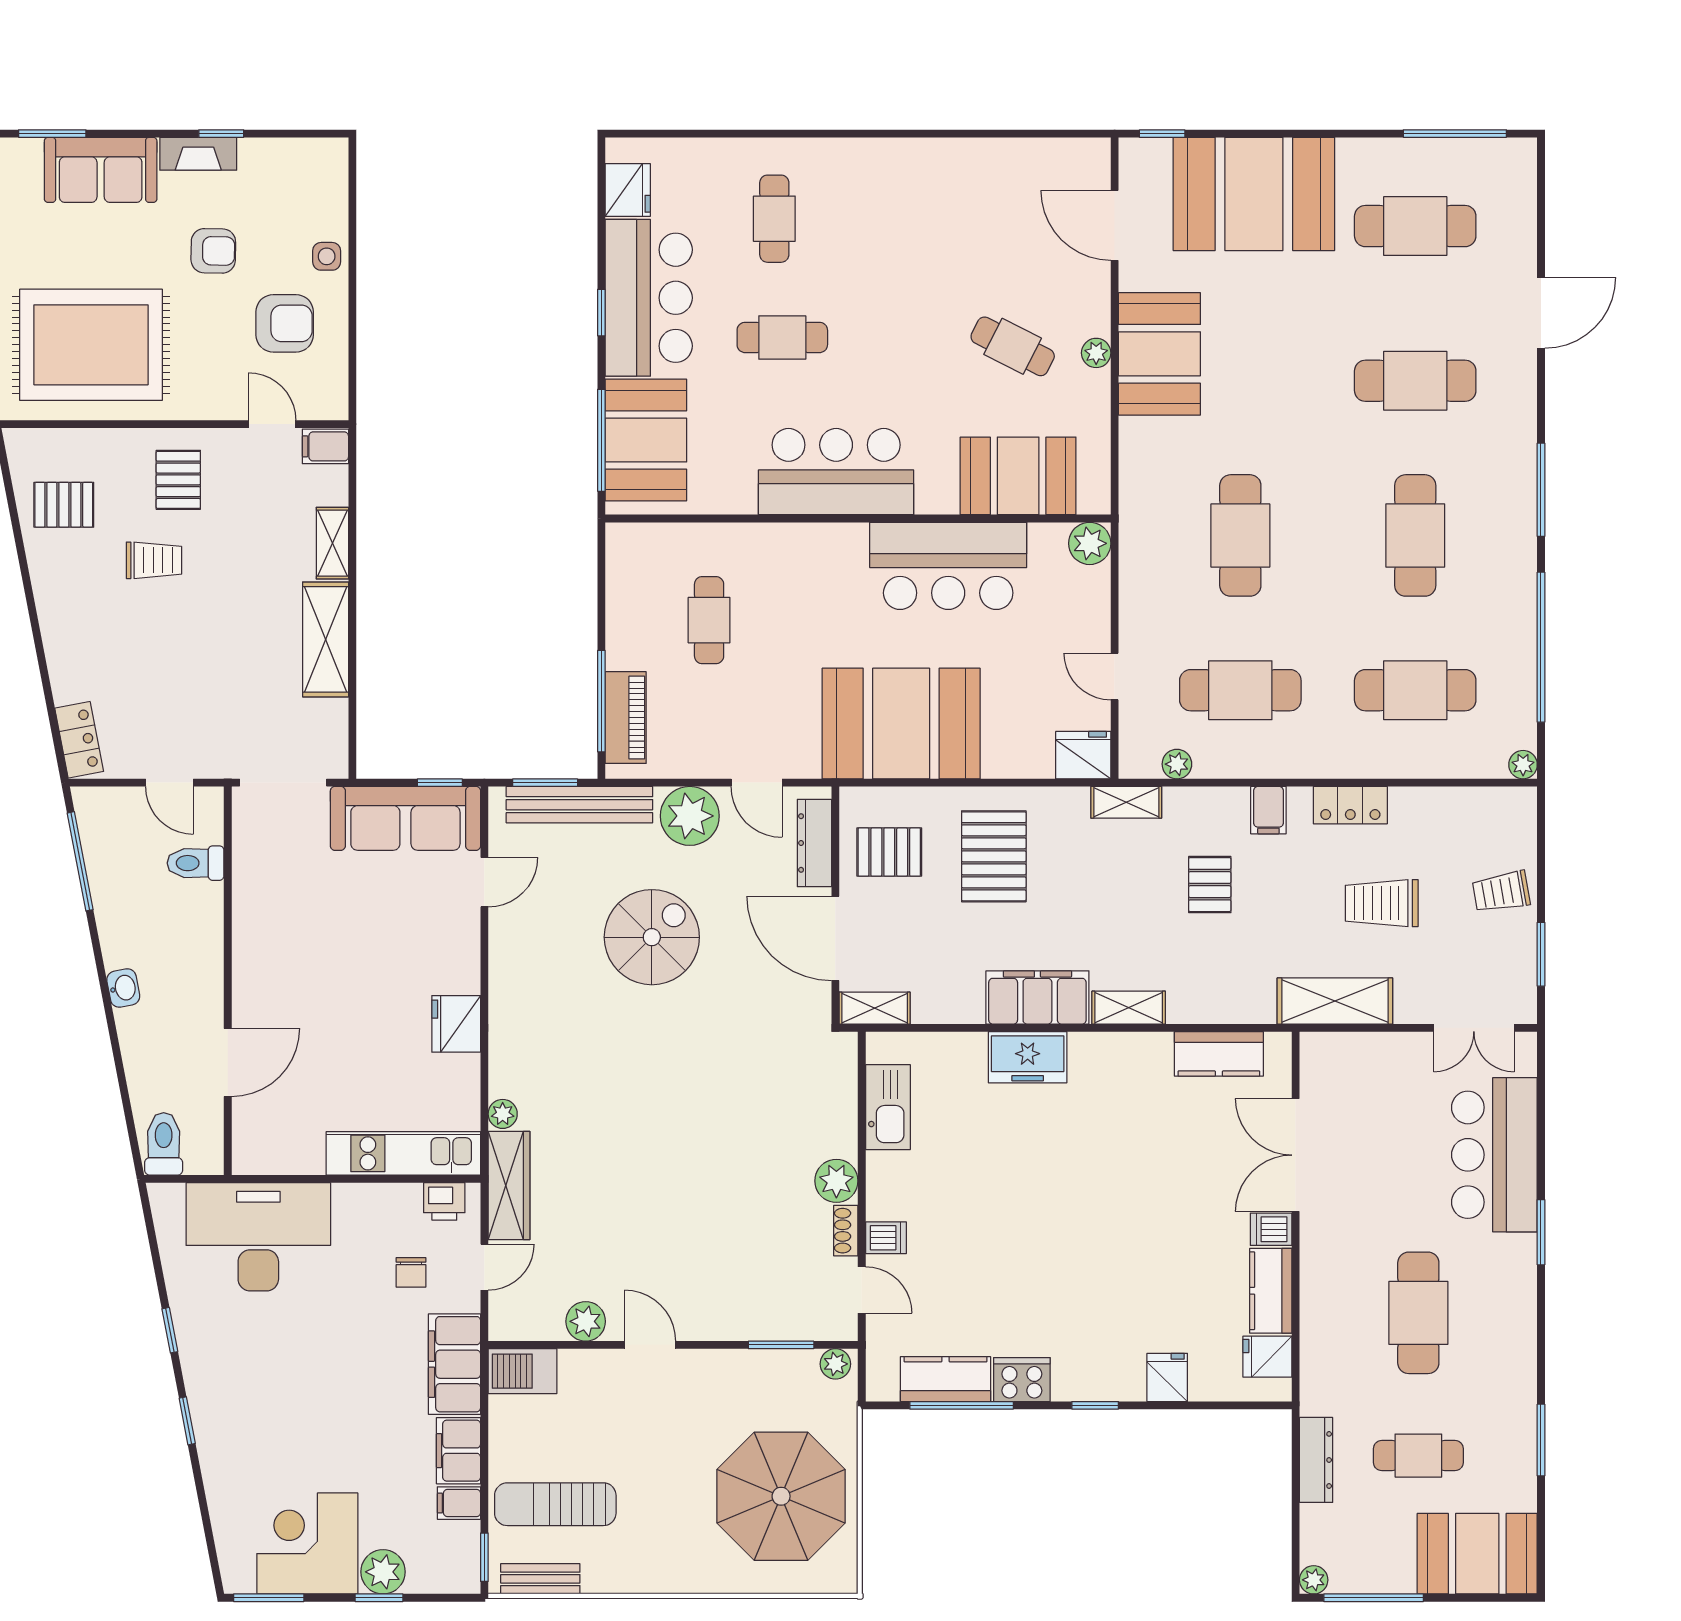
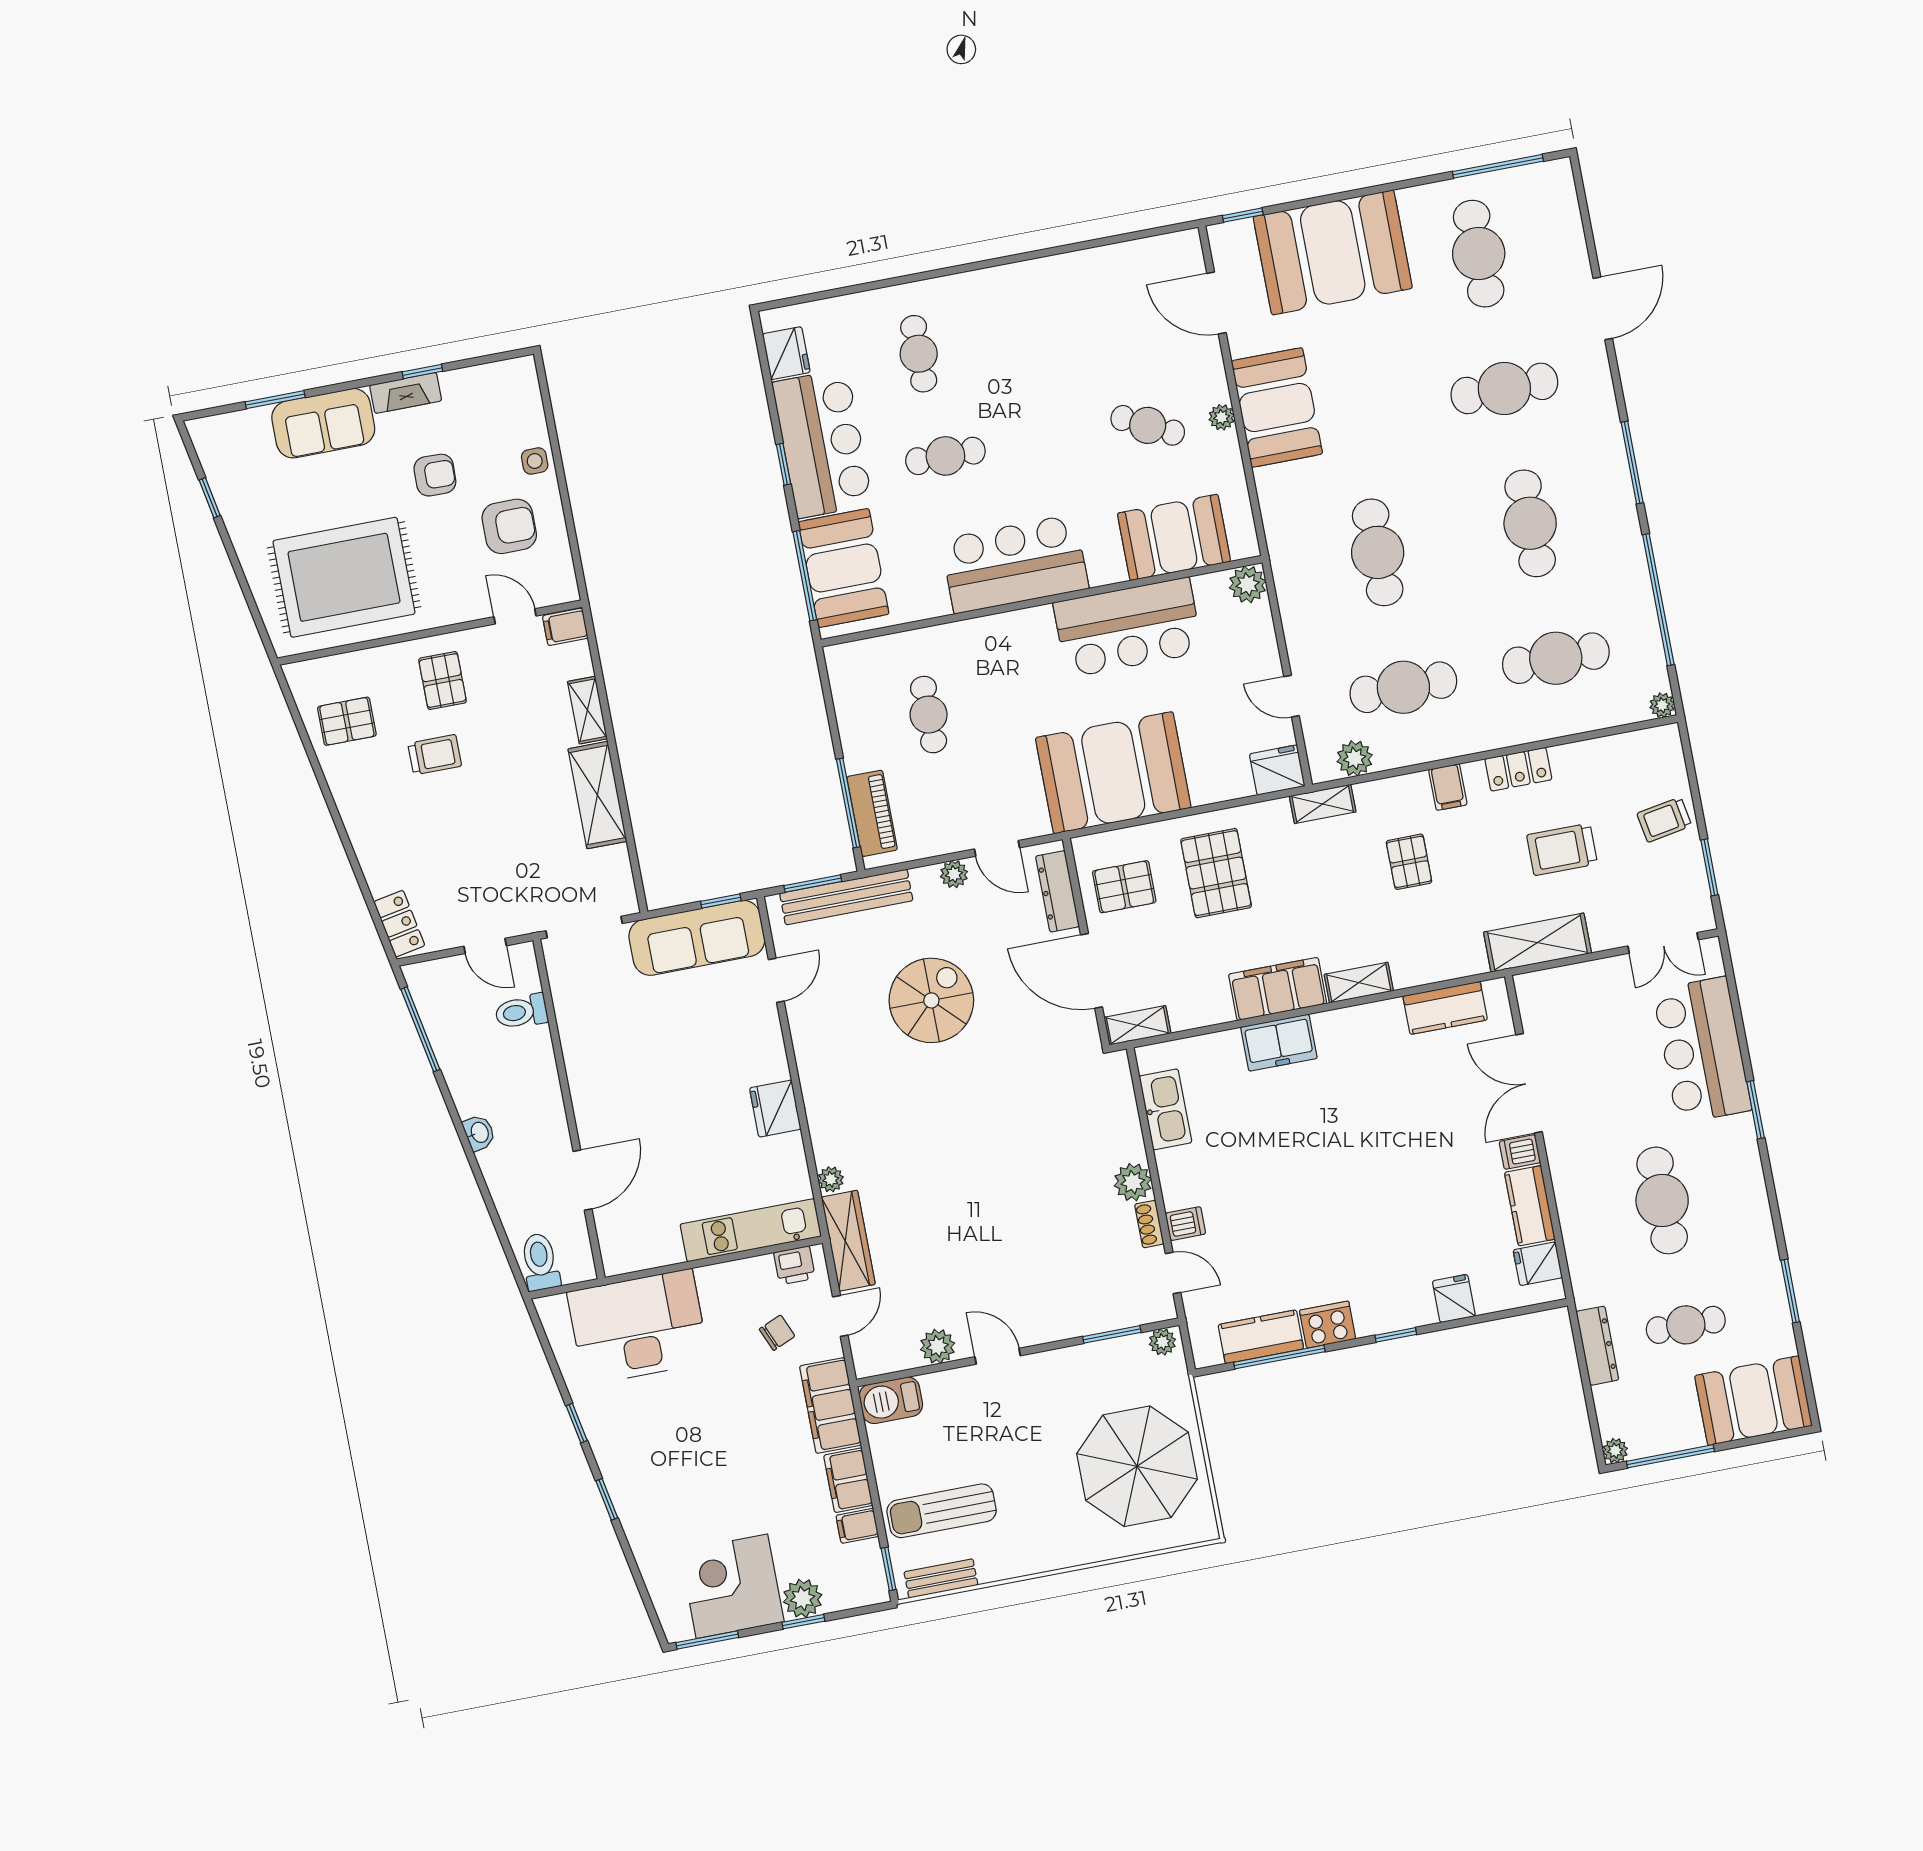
cafe table: (1415, 226) -> (1479, 254), turned 90
plant: (1177, 764) -> (1355, 758), width x1.38, depth x1.38
plant: (690, 816) -> (954, 874), width x0.53, depth x0.53
chair: (411, 1272) -> (777, 1333), turned -113

